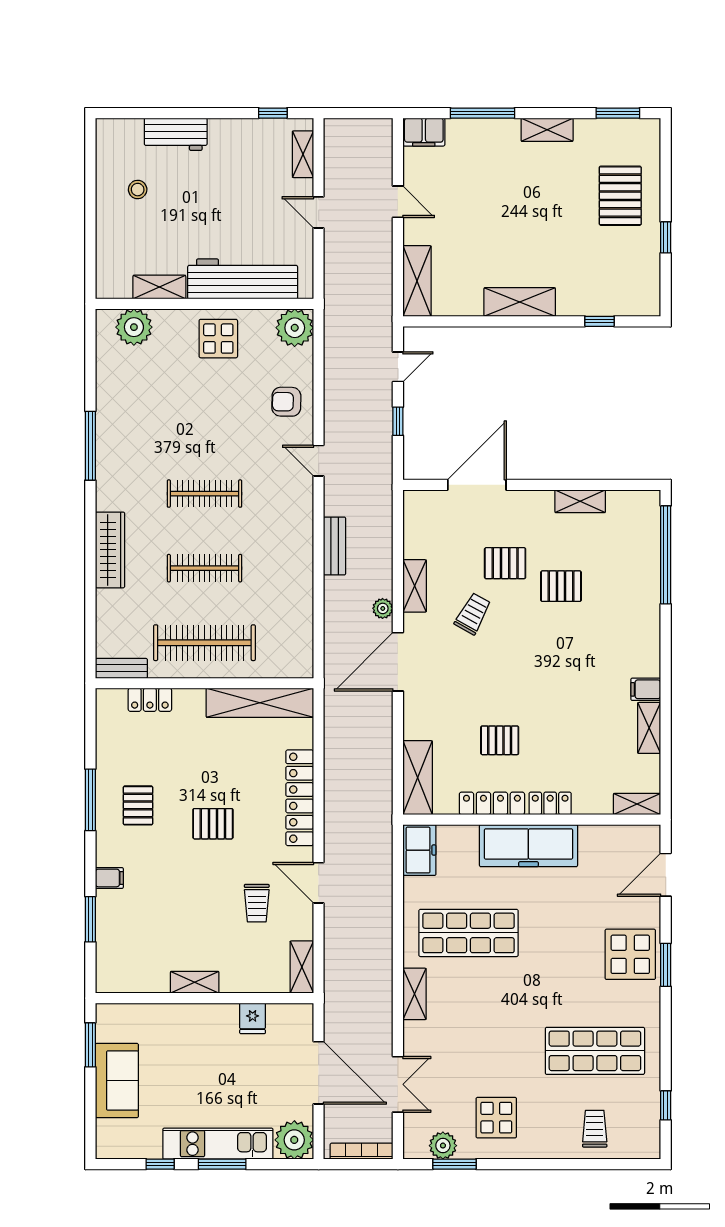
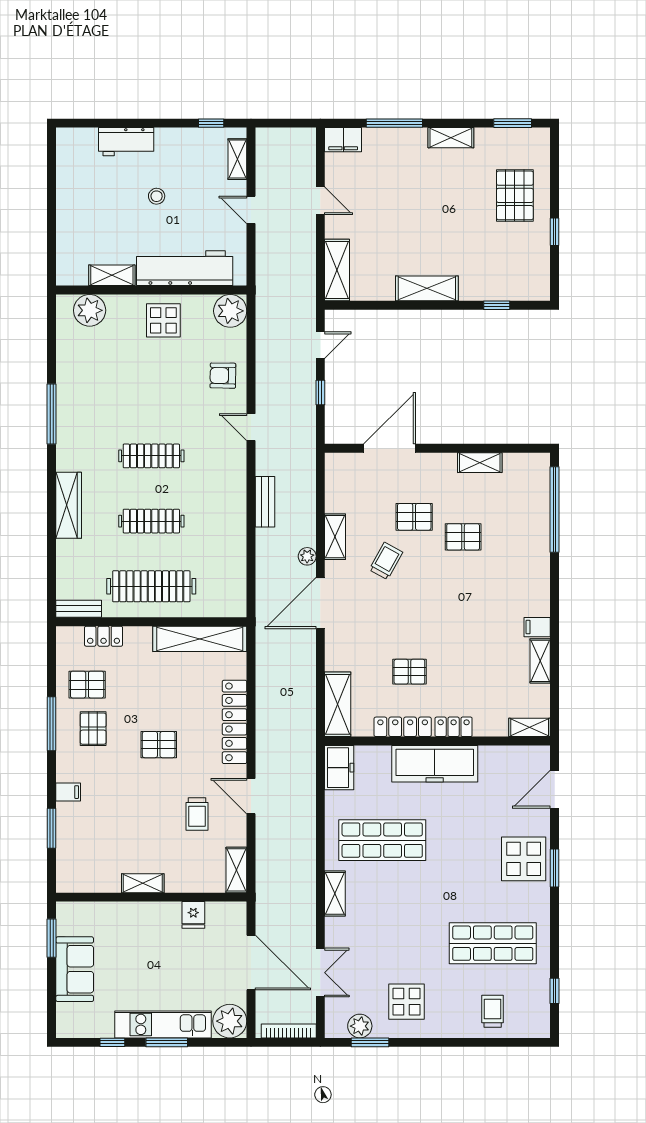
stool: (138, 190) -> (157, 196), moved
pallet: (131, 755) -> (87, 685), added

